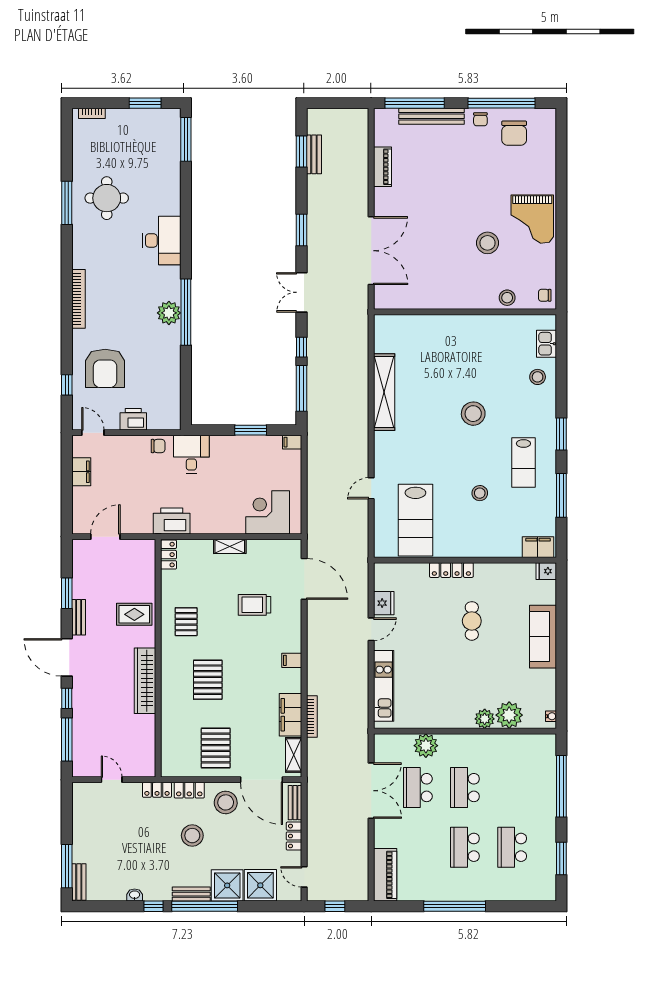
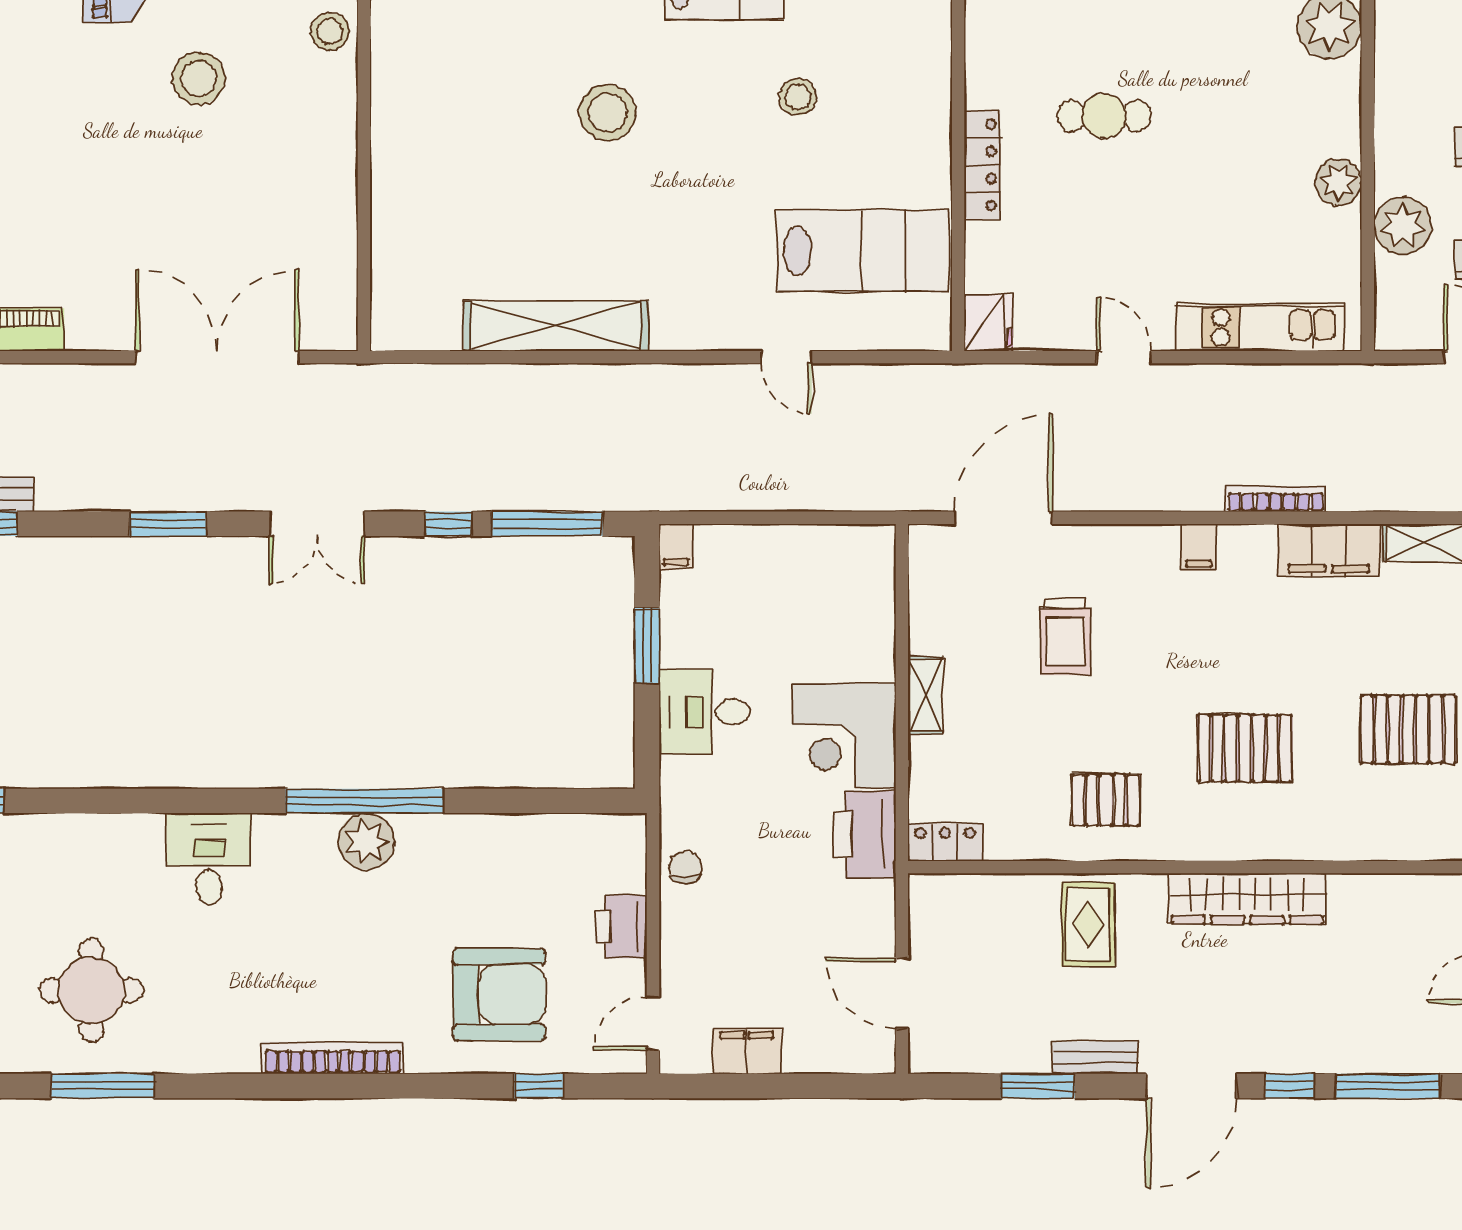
desk: (162, 240) -> (209, 859), width x0.73
desk: (191, 454) -> (705, 712), moved
corner desk: (268, 512) -> (844, 736), moved
fridge: (384, 603) -> (988, 323), moved, turned 90
bookcase: (312, 717) -> (1276, 499), moved
plant: (485, 719) -> (1338, 182), moved

